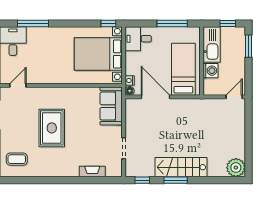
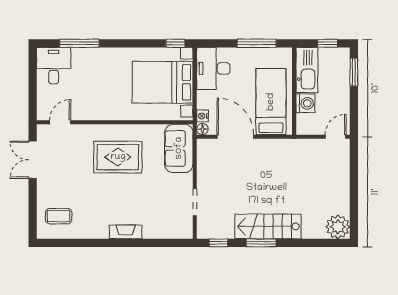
desk: (138, 39) -> (213, 68), width x1.37
rug: (52, 128) -> (118, 157), moved, turned 90
fireplace: (92, 171) -> (126, 232), moved

